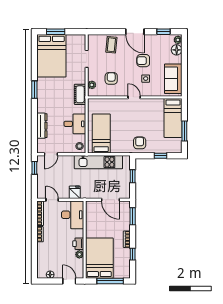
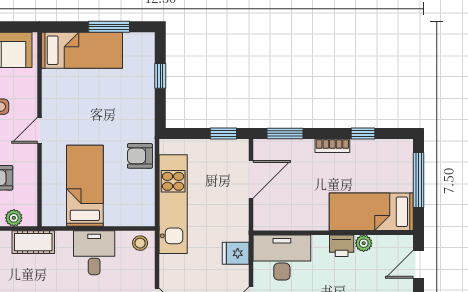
bed: (101, 134) -> (85, 186), moved, turned 90
armchair: (140, 143) -> (140, 156), moved
window: (133, 176) -> (223, 133), moved
bed: (99, 258) -> (371, 212), width x0.67

